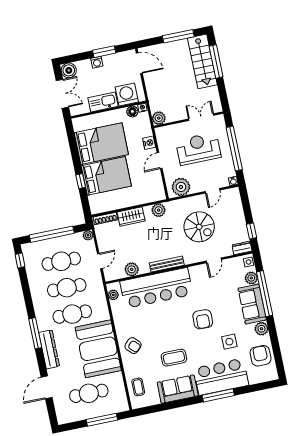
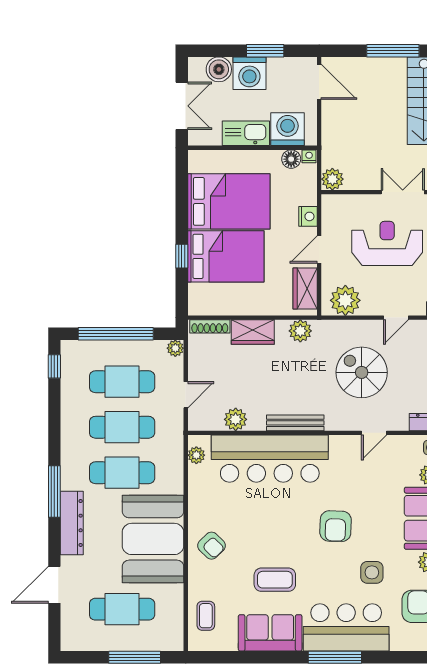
washing machine: (97, 62) -> (249, 73), width x1.89, depth x1.89
boiler: (69, 70) -> (219, 69), moved
wardrobe: (156, 185) -> (305, 289), added
spiral stairs: (199, 227) -> (362, 372), turned 180

